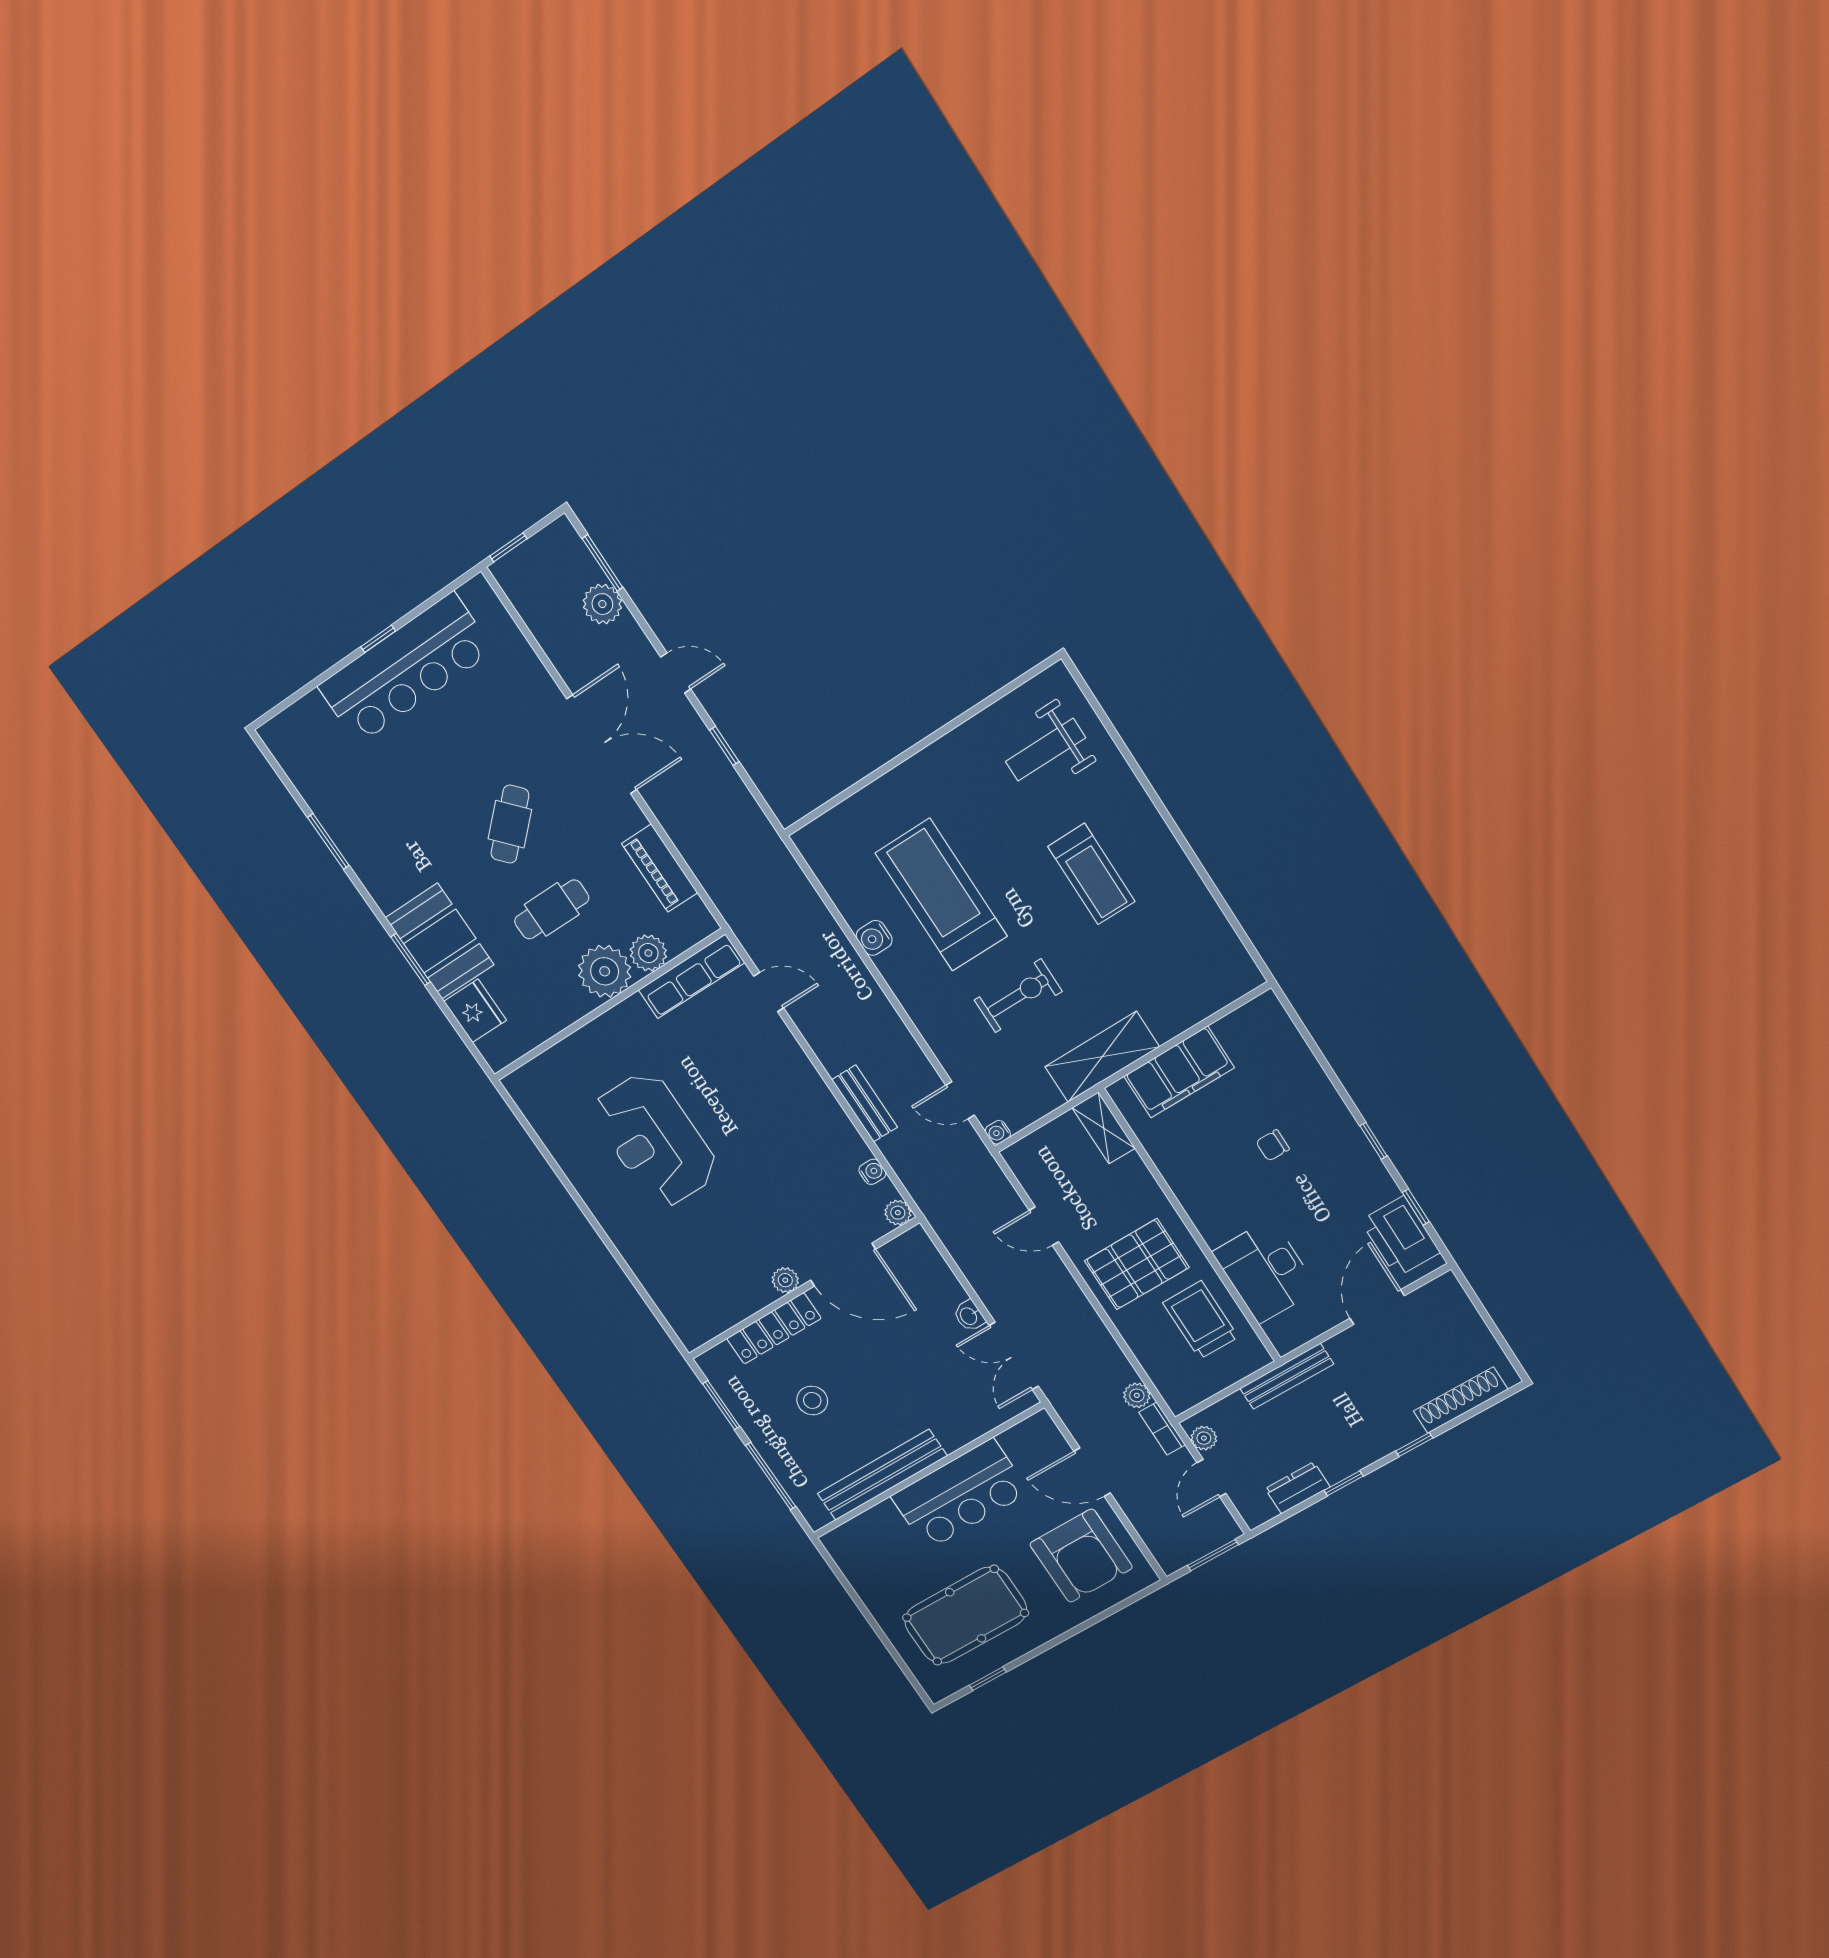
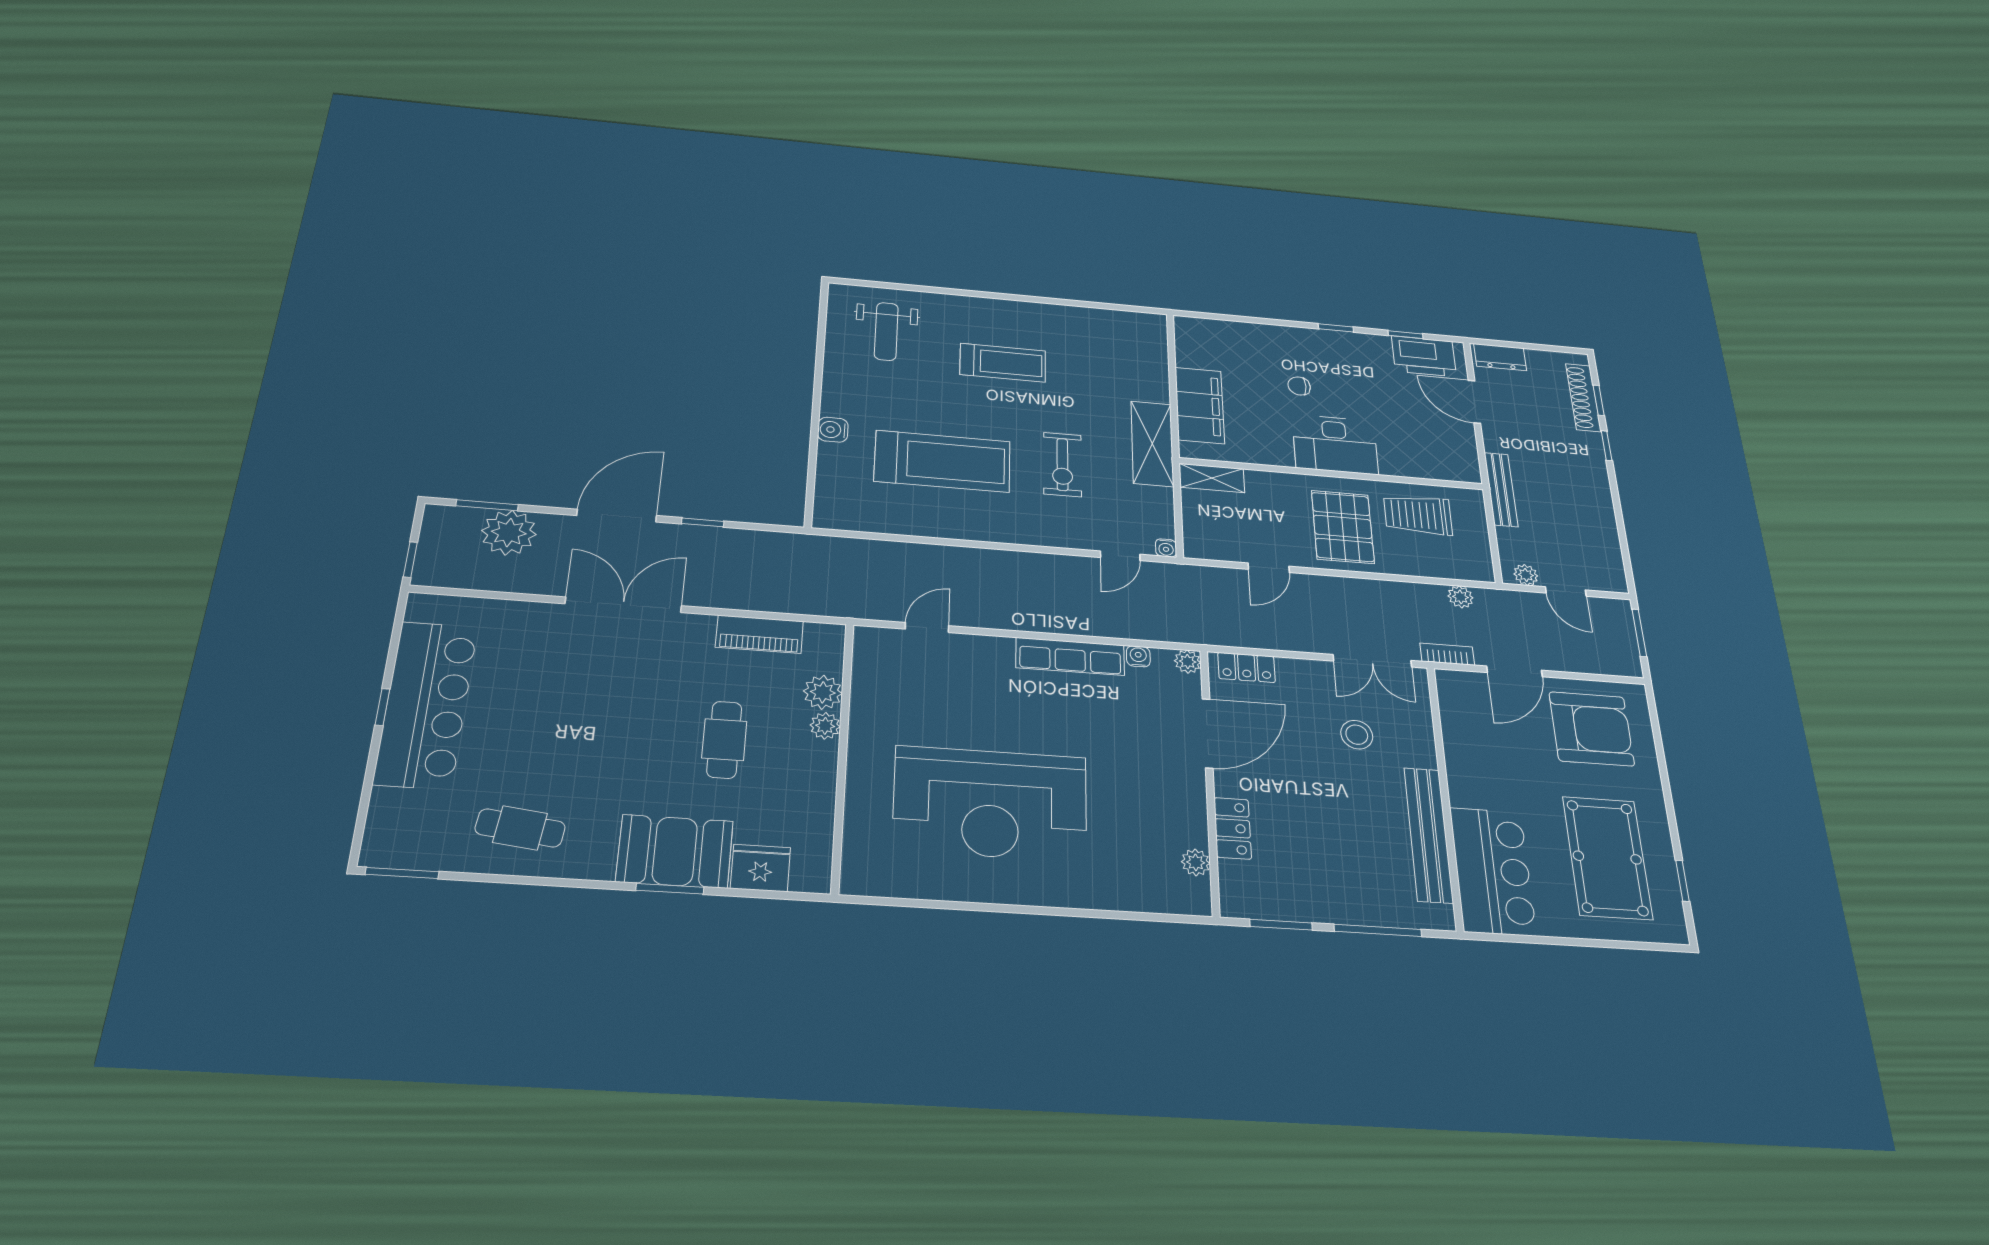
plant: (602, 604) -> (509, 533), width x1.36, depth x1.36
door: (676, 673) -> (617, 516), width x1.88
cafe table: (510, 824) -> (520, 828), moved, turned -40
window: (328, 841) -> (402, 873), moved
treadmill: (941, 895) -> (943, 461), turned 180
water cooler: (874, 938) -> (833, 430), moved, turned 90
plant: (605, 971) -> (825, 726), width x0.53, depth x0.53
row of seats: (691, 976) -> (1070, 656), moved, turned 90
exercise bike: (1018, 996) -> (1062, 464), turned 180
bench: (865, 1103) -> (1074, 623), removed
reception desk: (655, 1140) -> (990, 803), width x1.36, depth x1.30
chair: (1273, 1145) -> (1299, 386), turned 90
locker: (929, 1261) -> (1246, 667), added
desk: (1265, 1271) -> (1335, 444), moved
plant: (785, 1280) -> (1196, 862), moved
washbasin: (969, 1316) -> (1315, 670), removed
locker: (774, 1328) -> (1233, 828), width x0.66
stool: (812, 1400) -> (1357, 735), moved
bookcase: (1162, 1429) -> (1447, 654), moved, turned 180
window: (1344, 1483) -> (1599, 400), moved
dresser: (1298, 1488) -> (1500, 357), moved, turned -90
bar counter: (960, 1494) -> (1493, 871), moved

